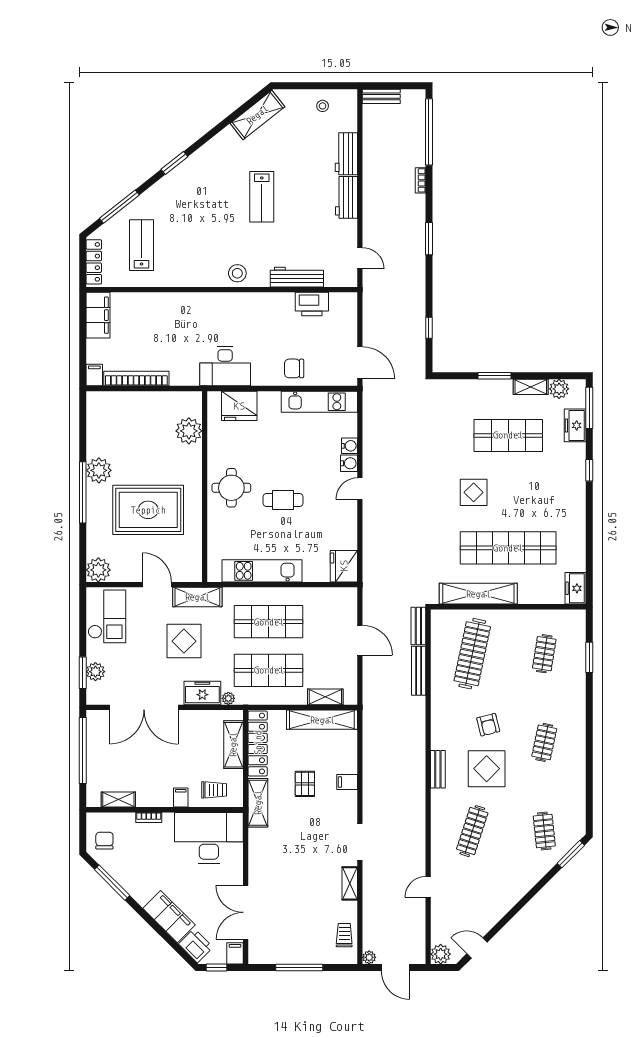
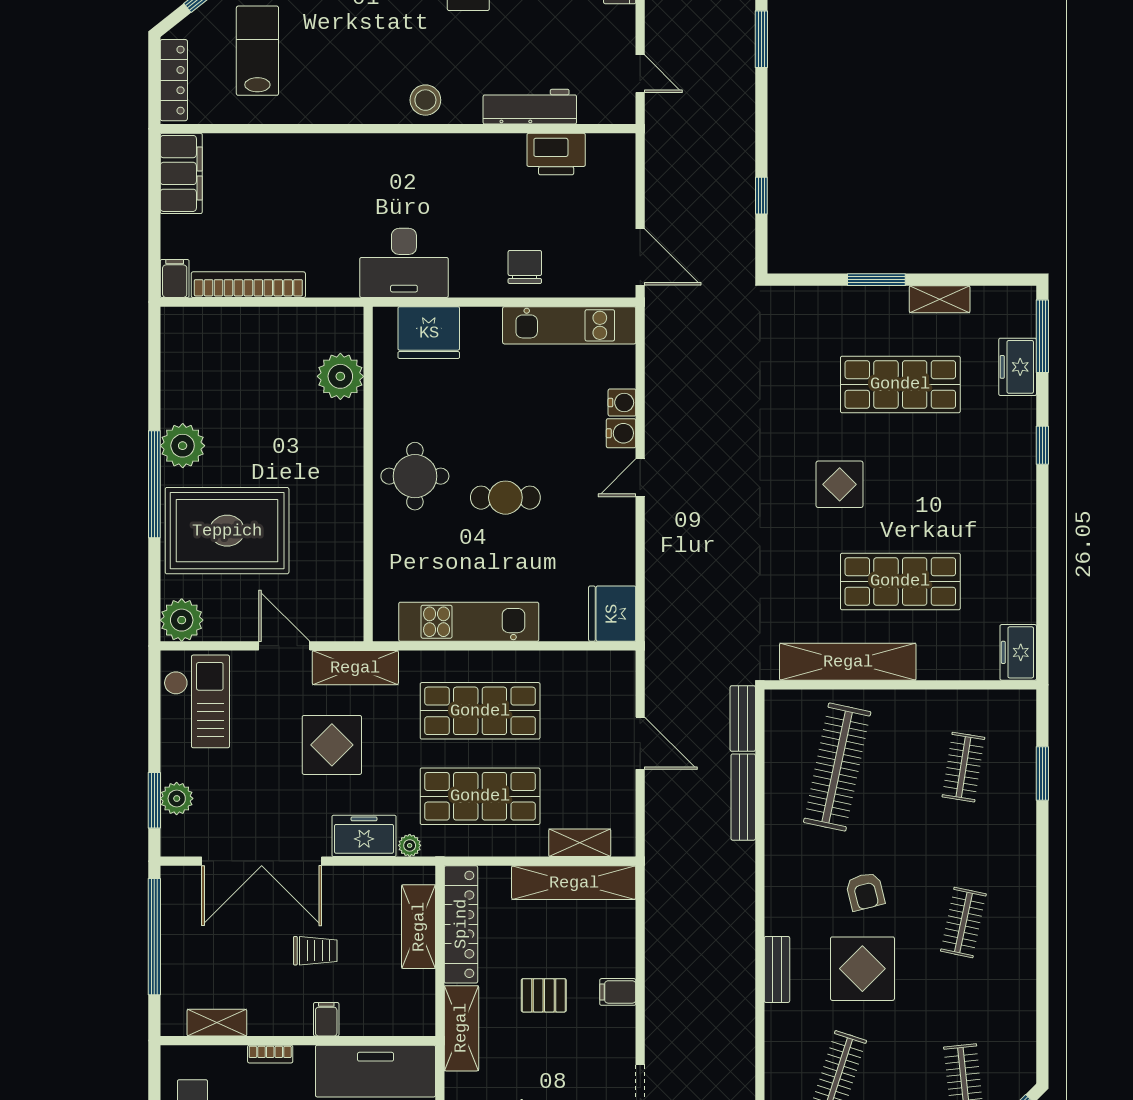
chair: (294, 368) -> (525, 267), turned 90
plant: (559, 389) -> (989, 303), removed
rug: (148, 510) -> (227, 531), moved
shop shelf: (508, 548) -> (900, 581), width x0.71
pallet: (305, 784) -> (544, 995), turned 90
trolley: (214, 790) -> (315, 951), moved

